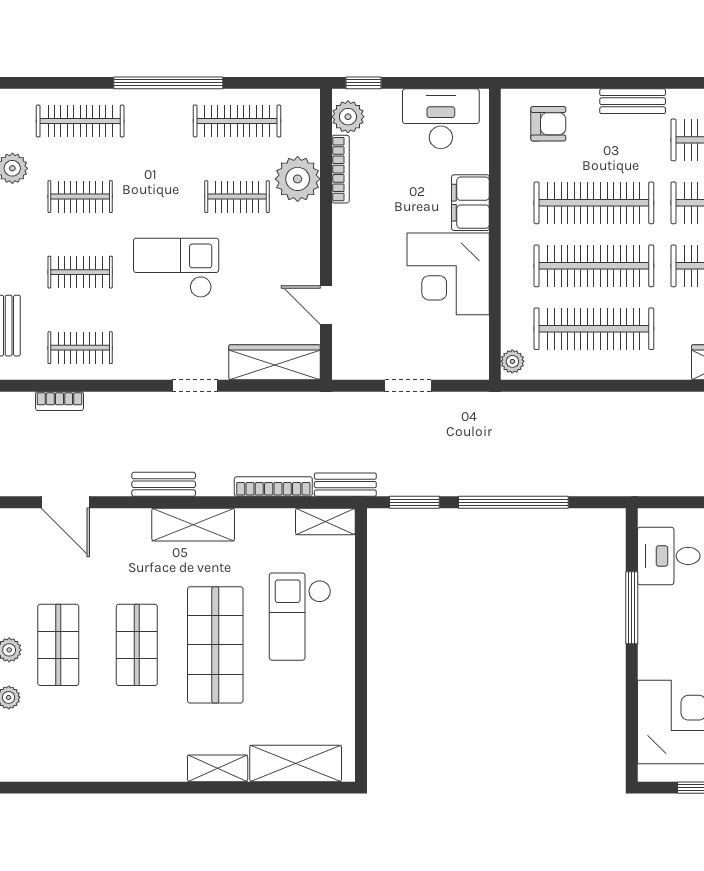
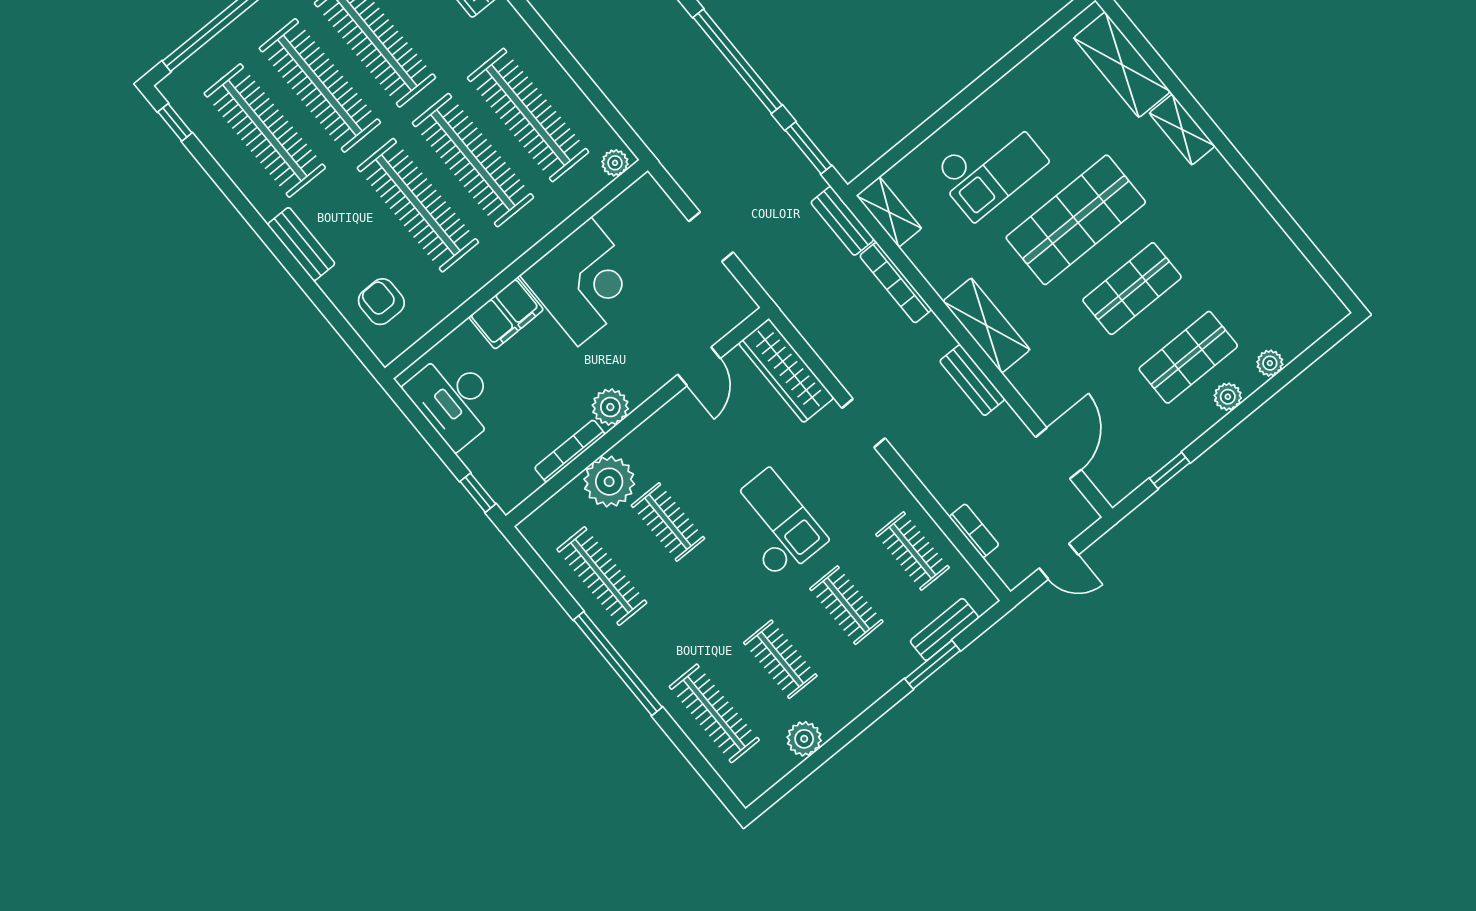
plant: (348, 117) -> (610, 407), moved
checkout: (176, 268) -> (774, 524), turned 180

